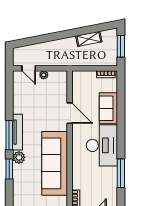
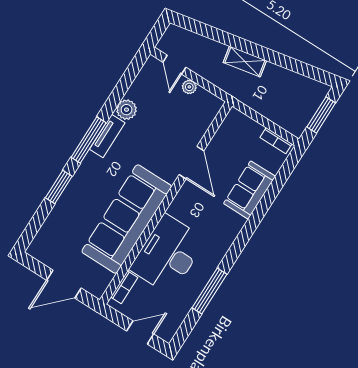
shelving: (89, 39) -> (245, 62), moved
tv unit: (18, 132) -> (107, 136), width x0.71
desk: (102, 145) -> (168, 254), moved, turned 180
plant: (19, 157) -> (127, 110), moved

